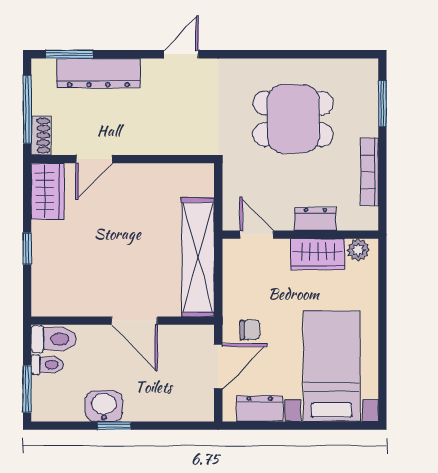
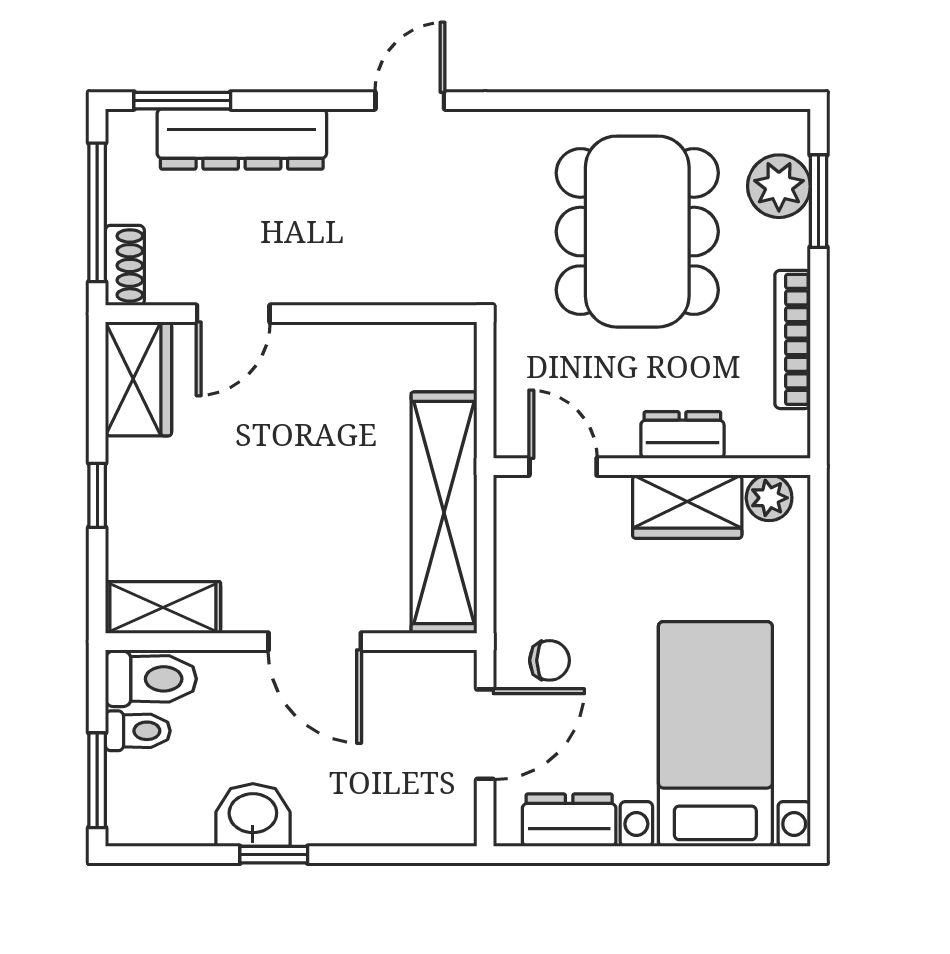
plant: (363, 96) -> (779, 186), added
dining table: (293, 119) -> (637, 232), width x1.38
shelving: (60, 304) -> (163, 607), added

